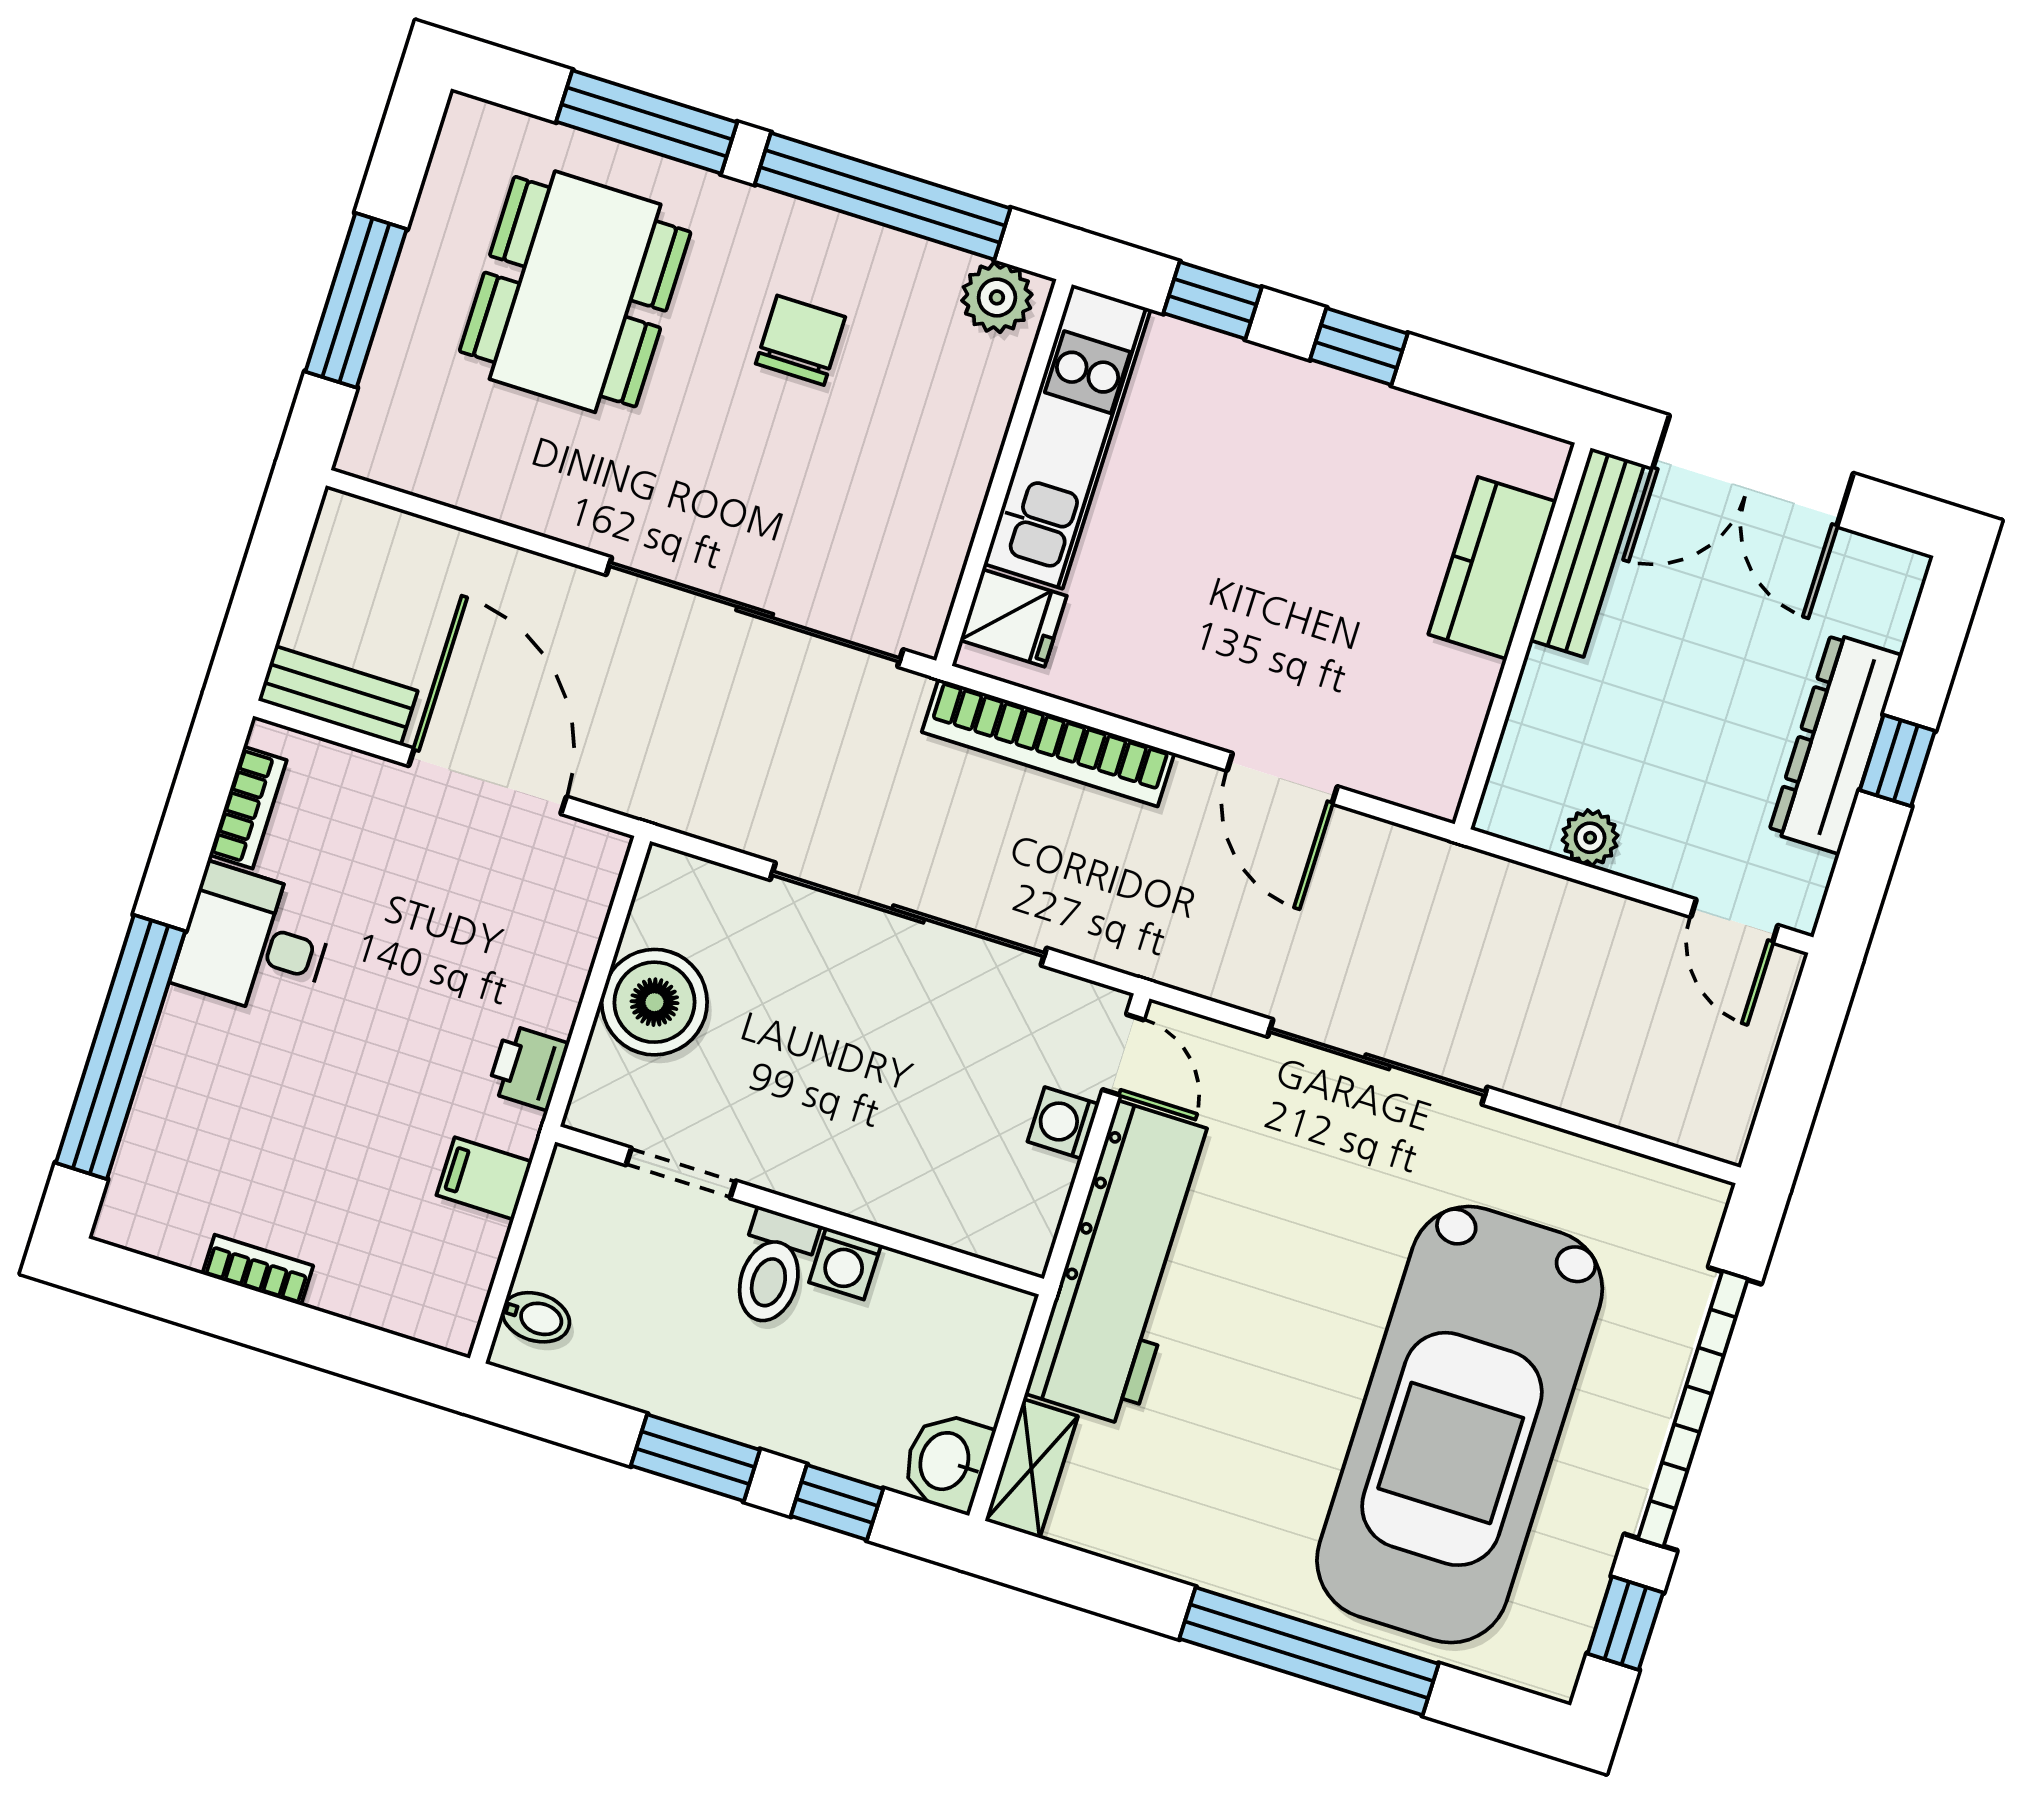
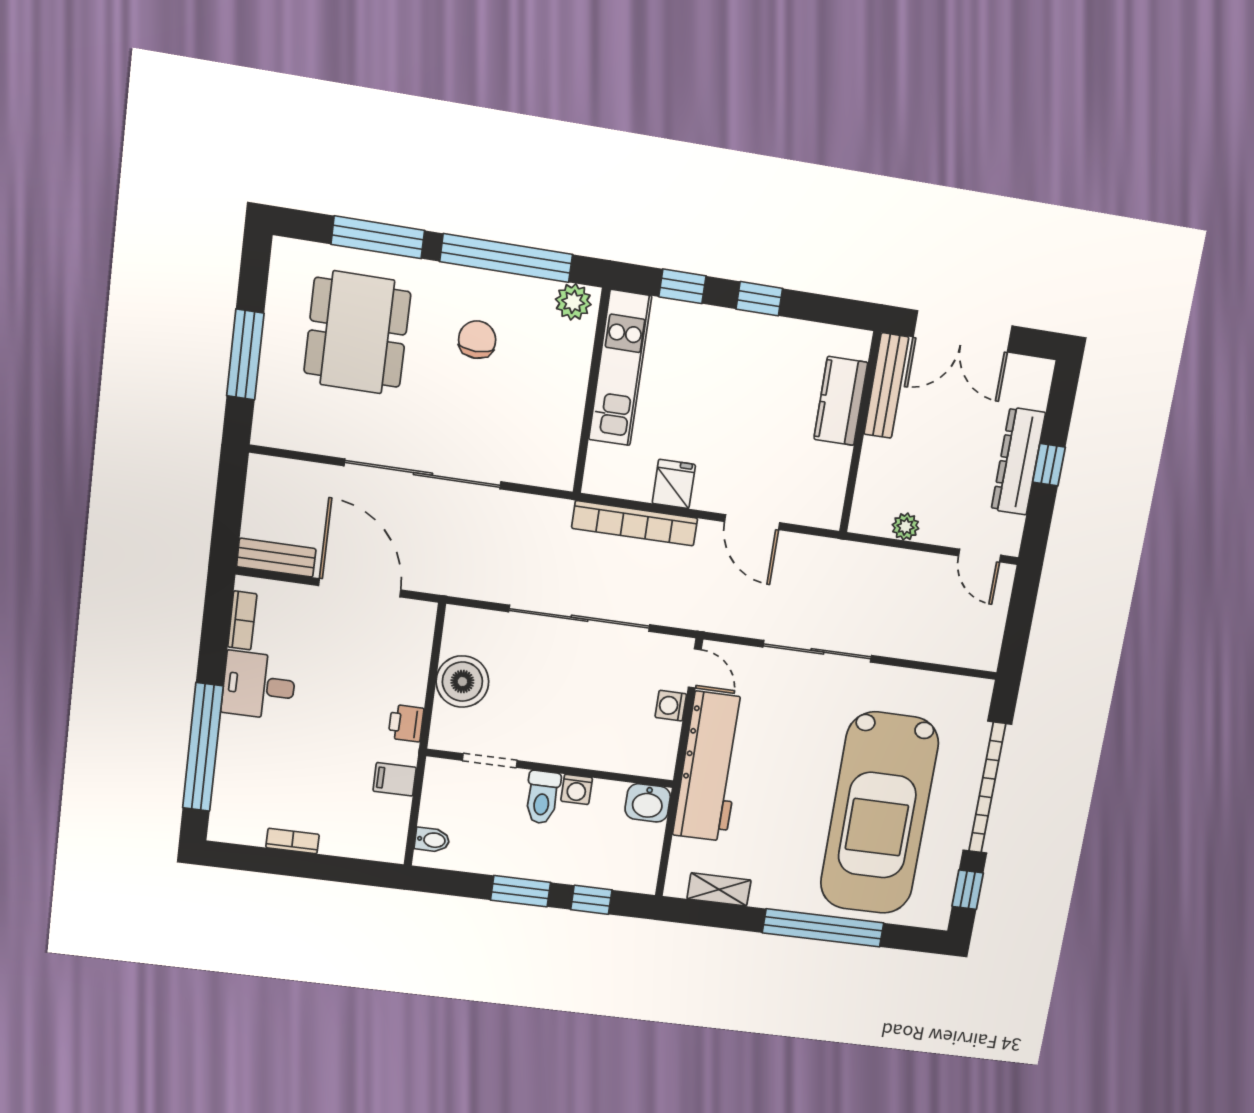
sliding door: (755, 612) -> (423, 474), moved
fridge: (1013, 618) -> (674, 484), moved, turned -90
washbasin: (947, 1462) -> (648, 803), moved, turned -90
shelving: (1031, 1468) -> (719, 889), moved, turned 90

